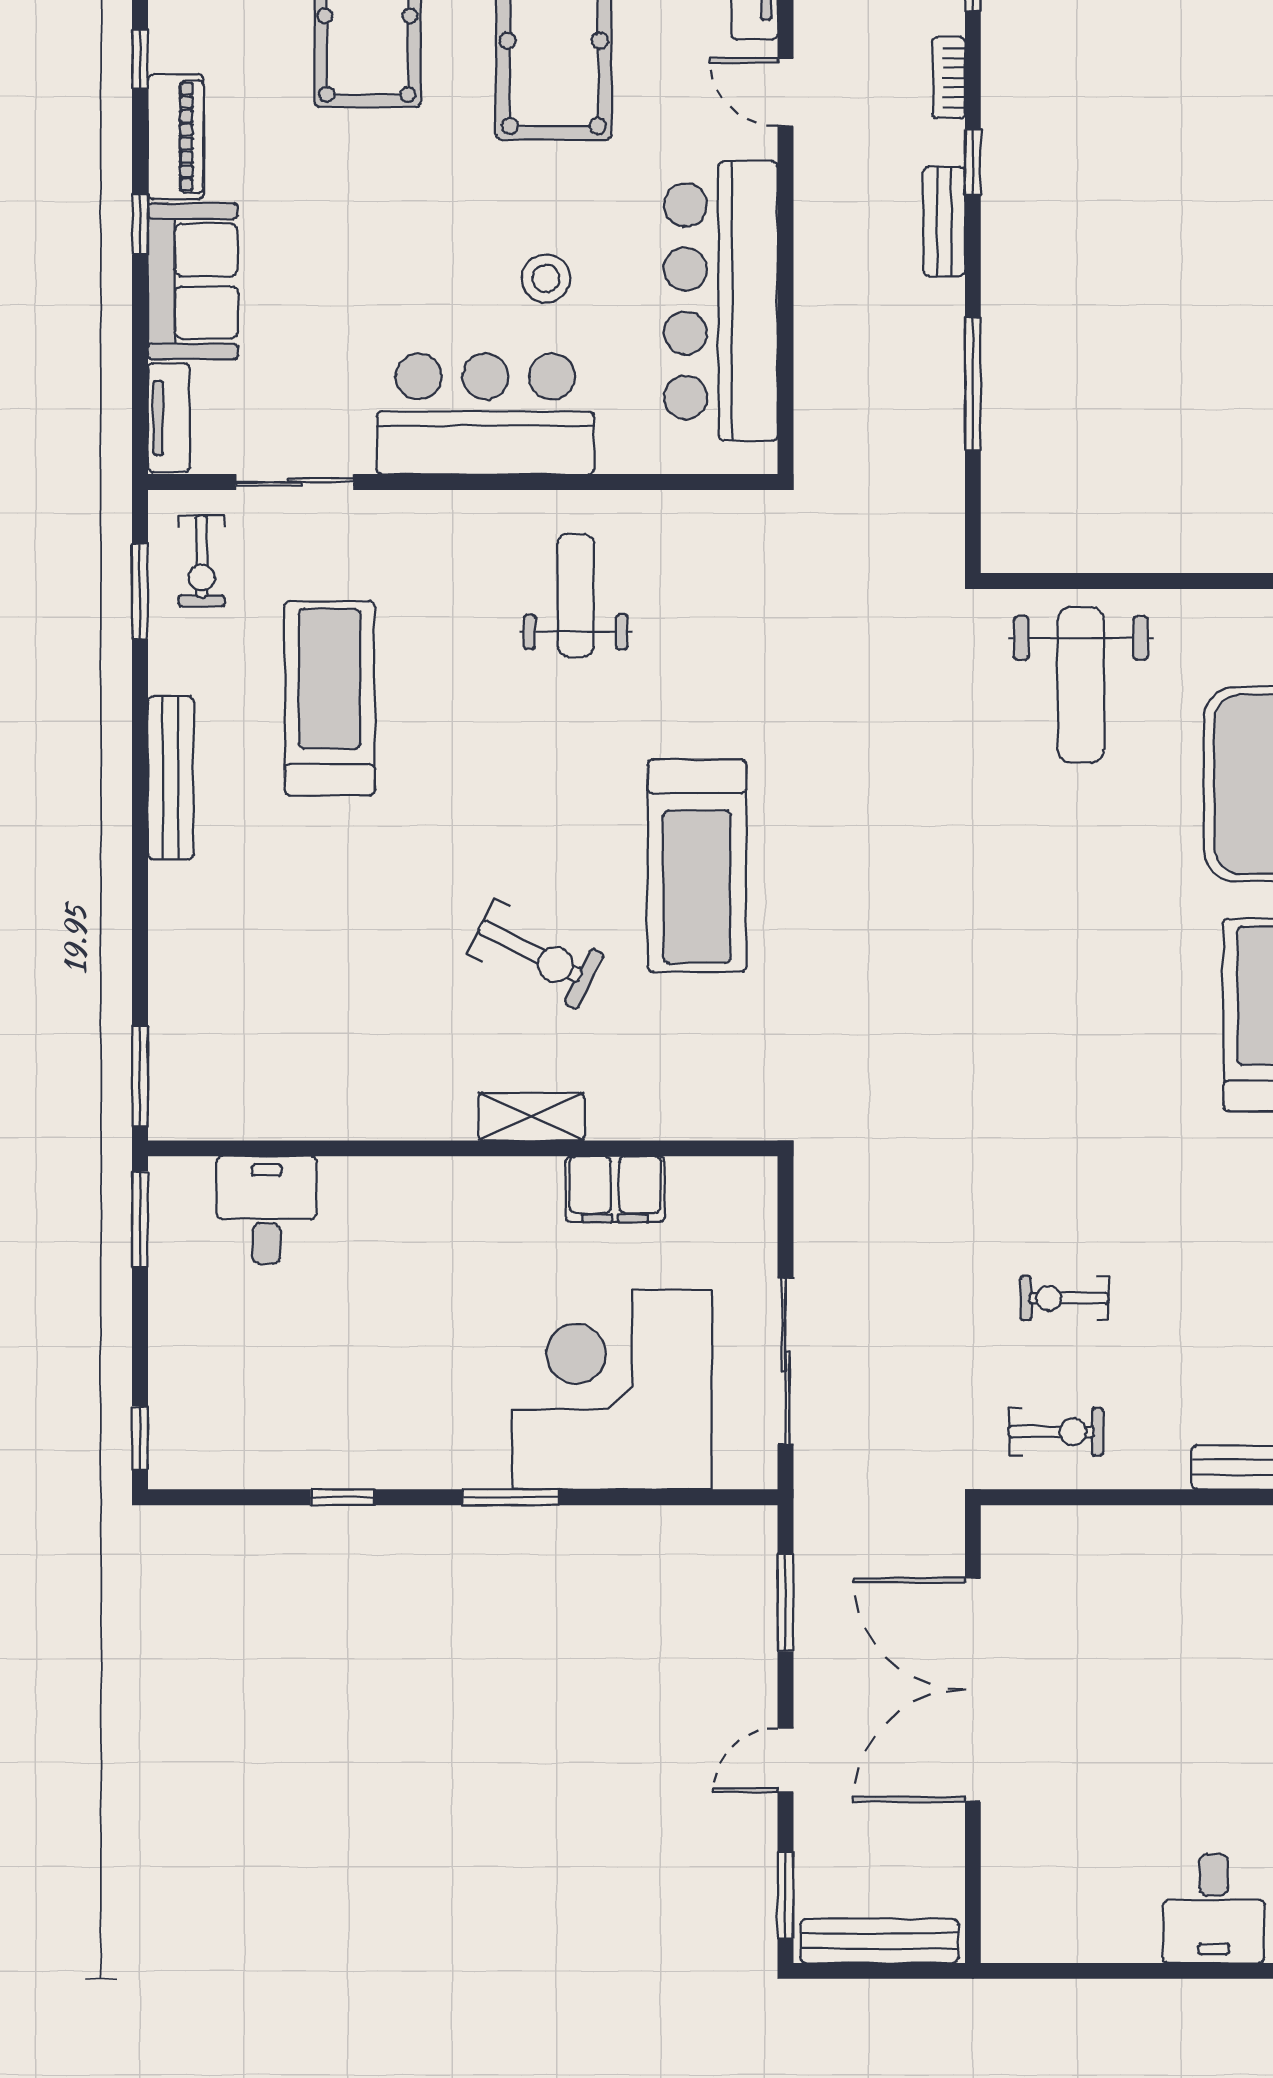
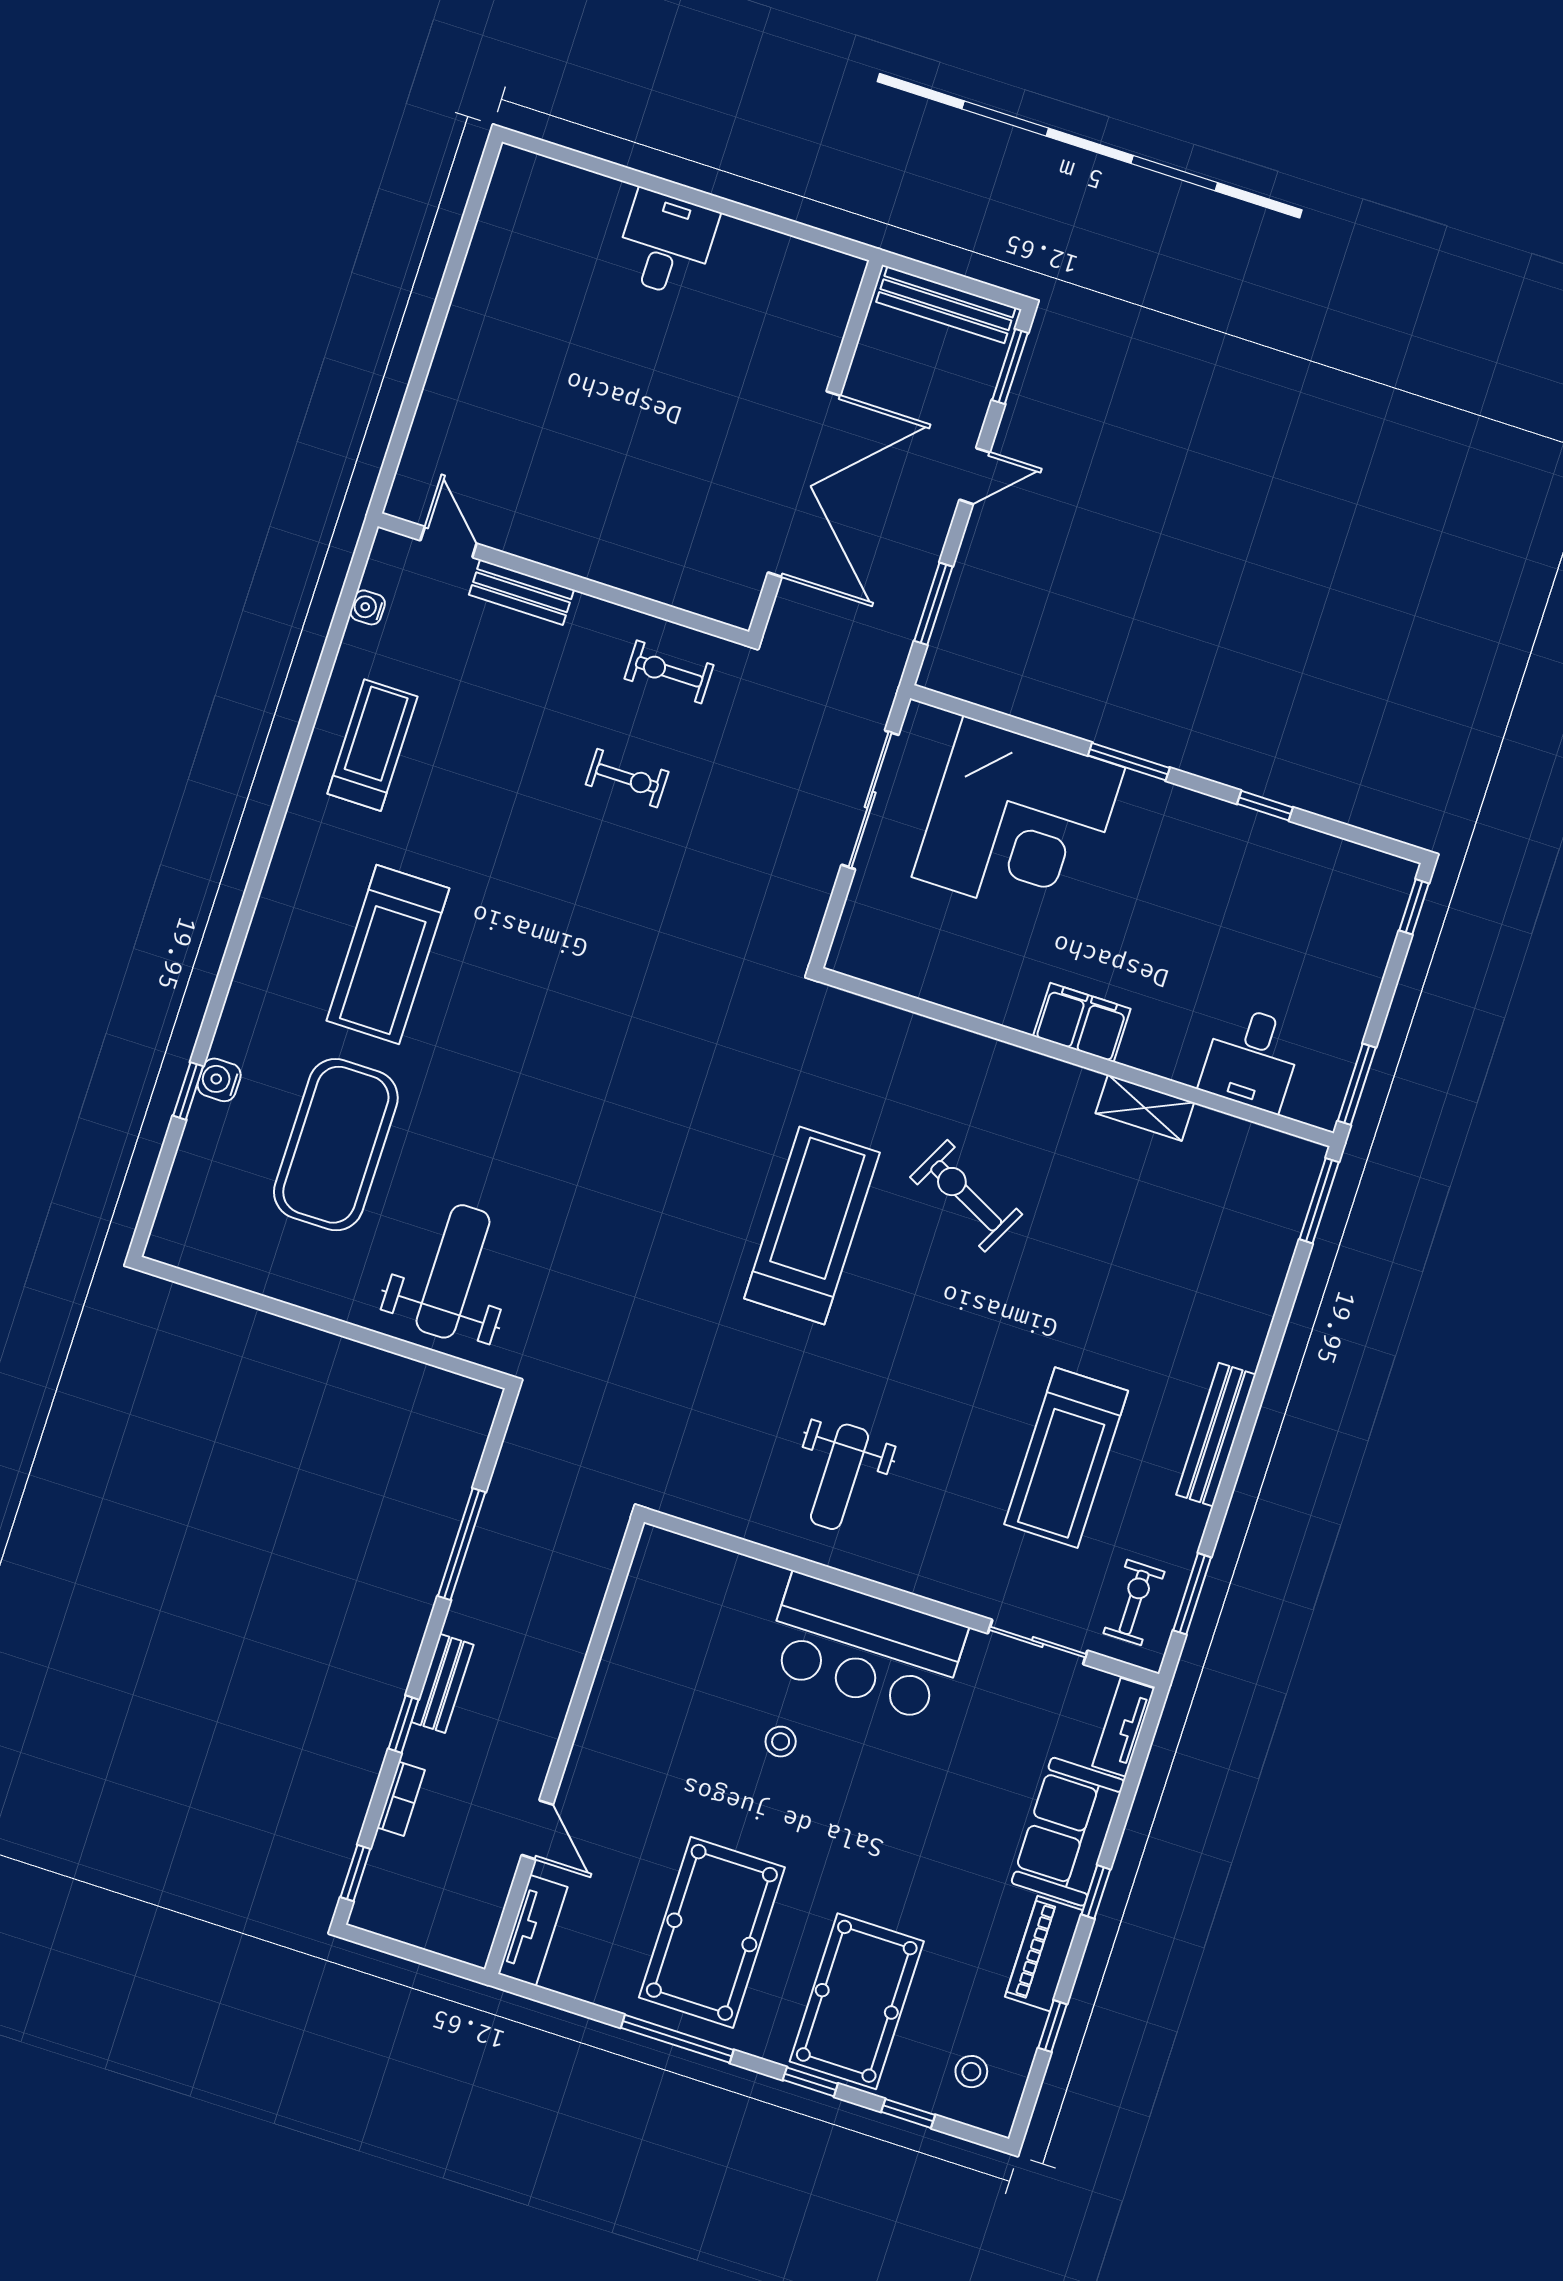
stool: (546, 278) -> (781, 1742), width x0.73, depth x0.73
bar counter: (721, 301) -> (645, 1677), removed
shelving: (531, 1117) -> (1145, 1108), moved
filing cabinet: (615, 1189) -> (1082, 1022), moved

